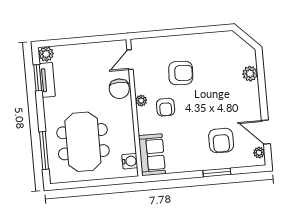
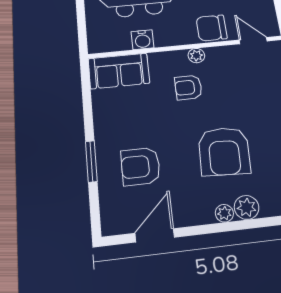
armchair: (181, 73) -> (224, 151), moved, width x1.36, depth x1.36
plant: (259, 153) -> (224, 213), moved
water cooler: (130, 161) -> (142, 40), moved

